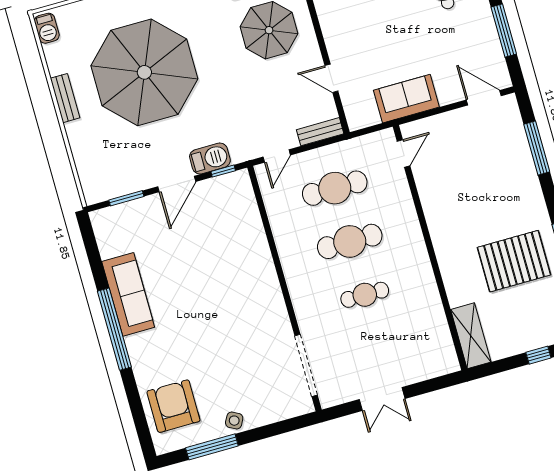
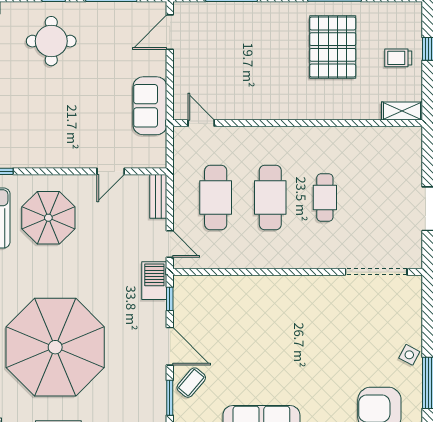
barbecue: (210, 158) -> (154, 281), moved
coffee table: (147, 215) -> (191, 383), added
trolley: (521, 328) -> (398, 58), added
shelving: (471, 336) -> (402, 111), width x0.67, depth x0.75

